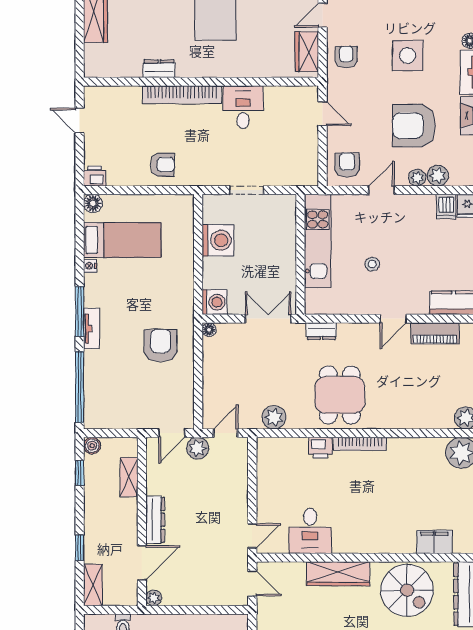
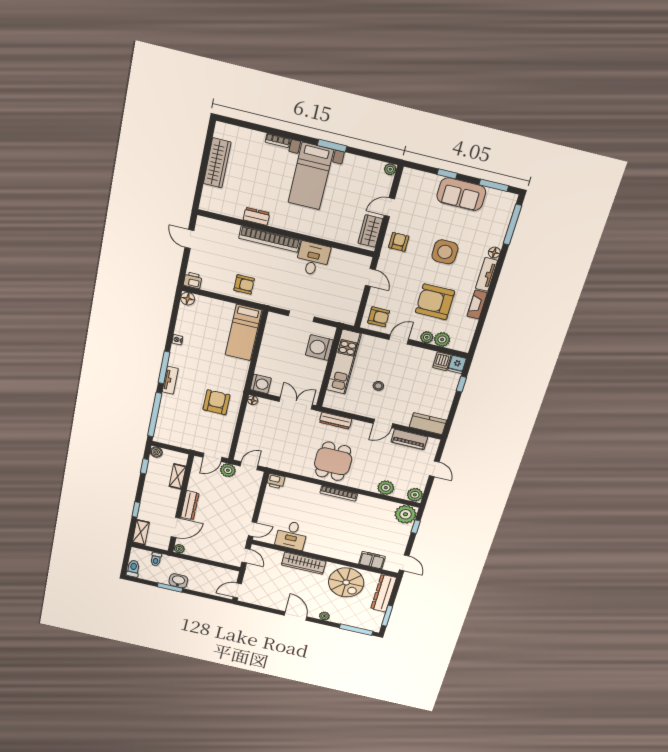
armchair: (347, 165) -> (379, 317), turned 90
bed: (122, 240) -> (243, 333), moved, turned 90
washing machine: (218, 240) -> (319, 348), moved, turned 180
dresser: (321, 331) -> (335, 421), width x1.44
plant: (274, 417) -> (386, 488), moved
printer: (321, 448) -> (276, 481), moved

